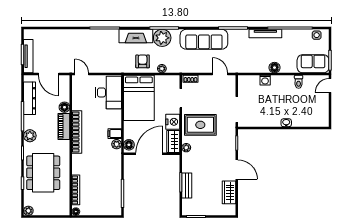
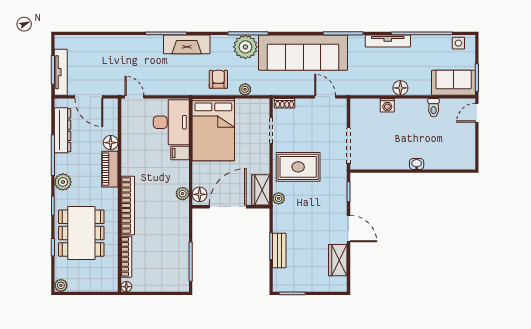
fireplace: (136, 36) -> (187, 44), moved
sofa: (204, 39) -> (303, 53), width x1.36, depth x1.27
nightstand: (173, 122) -> (260, 163), removed
bookcase: (77, 132) -> (128, 205), moved
filing cabinet: (115, 134) -> (180, 153), moved

